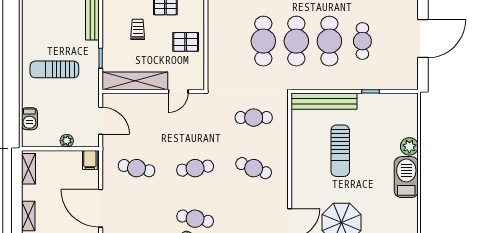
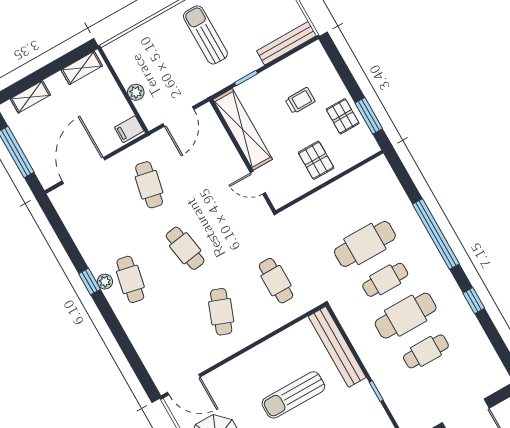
cafe table: (296, 41) -> (385, 280), width x0.73, depth x0.74
barbecue: (29, 119) -> (137, 38), removed

